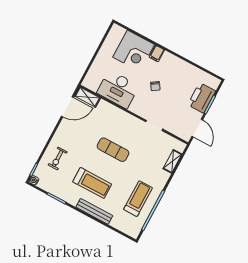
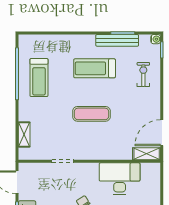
bench: (94, 211) -> (117, 40), moved

